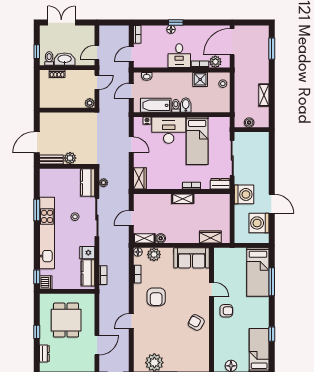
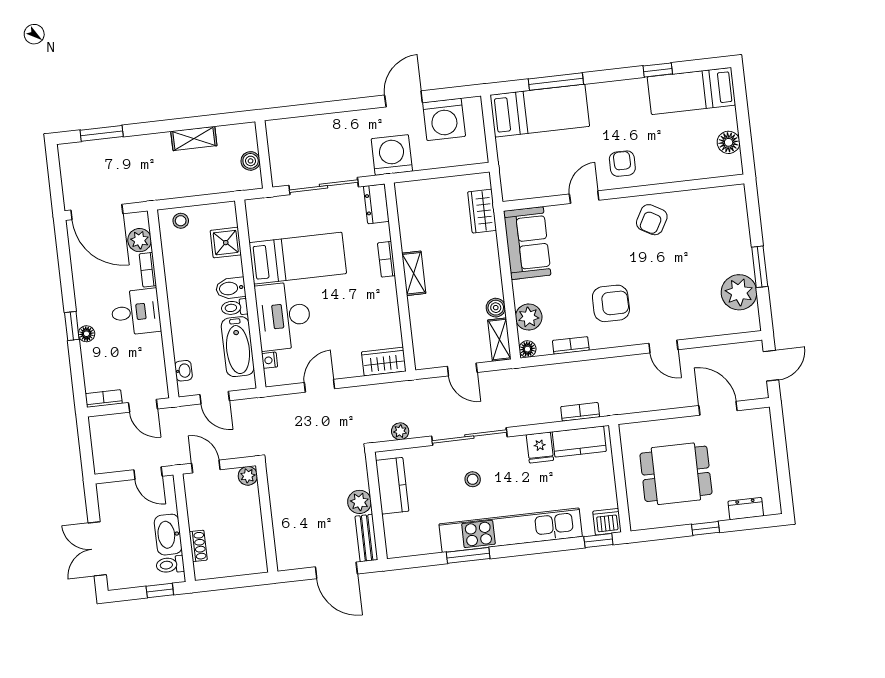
shower: (200, 79) -> (226, 243), moved
kitchen counter: (88, 182) -> (392, 486), moved, turned -90

